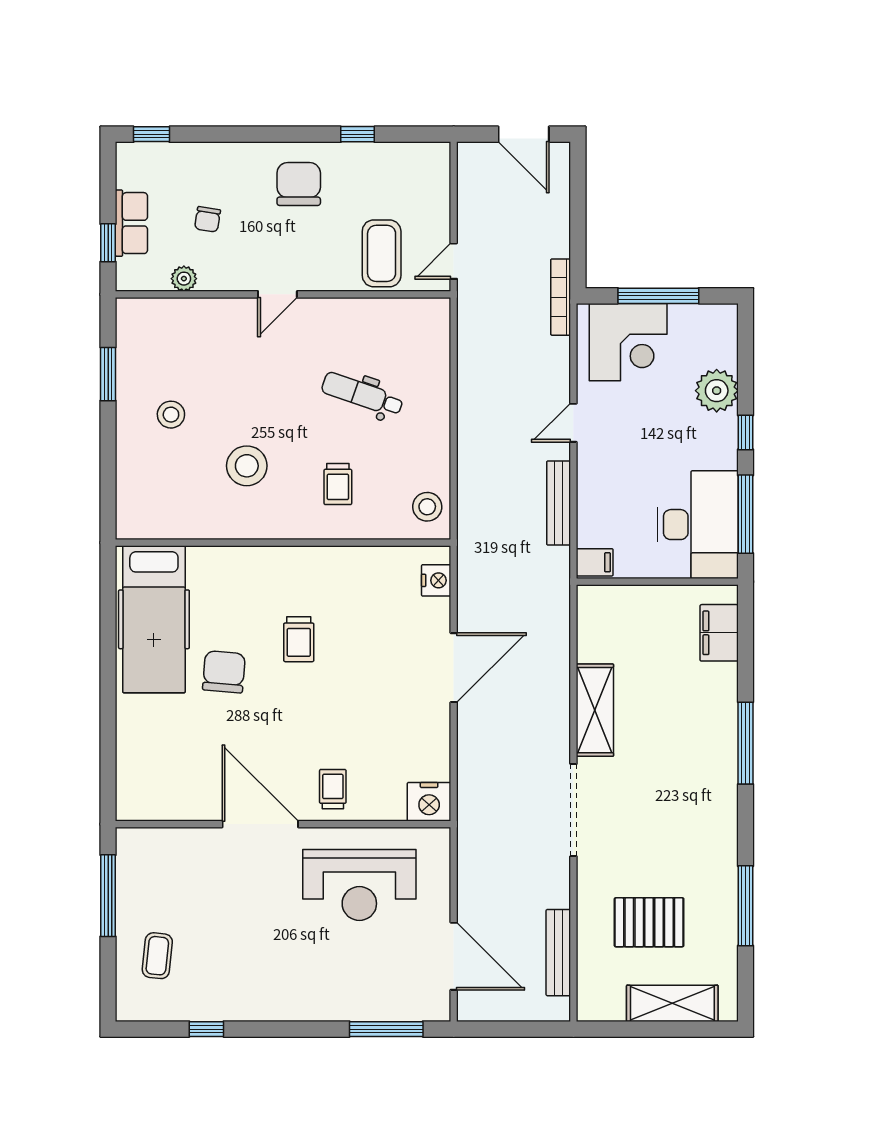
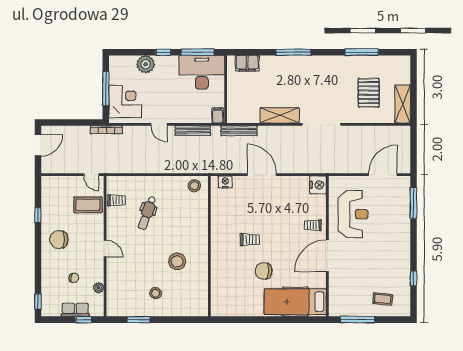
trolley: (338, 484) -> (117, 200), moved
hospital bed: (154, 619) -> (295, 302), moved, turned 180
bench: (558, 953) -> (239, 131), moved
shelving: (672, 1003) -> (403, 104), moved

